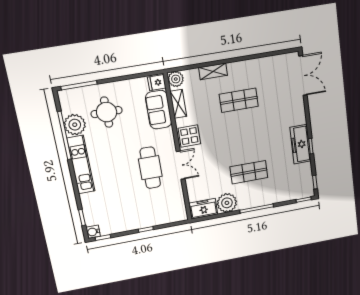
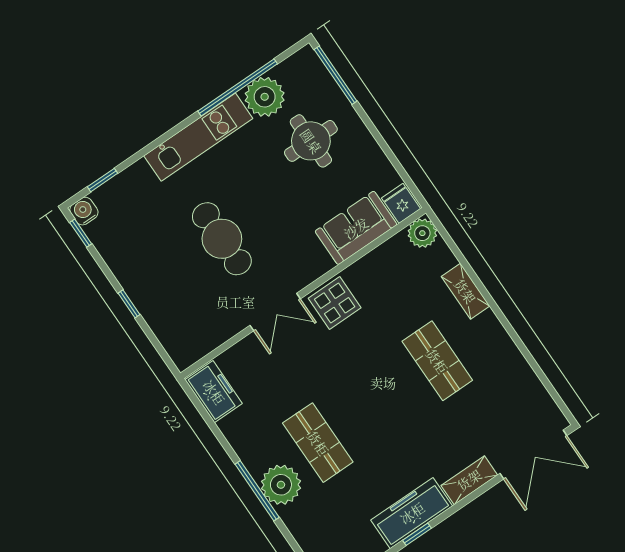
shelving: (178, 104) -> (469, 480), moved
cafe table: (150, 168) -> (222, 239), moved, turned 90
plant: (227, 203) -> (281, 485), moved

